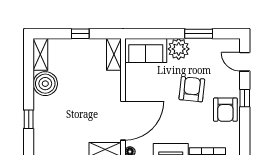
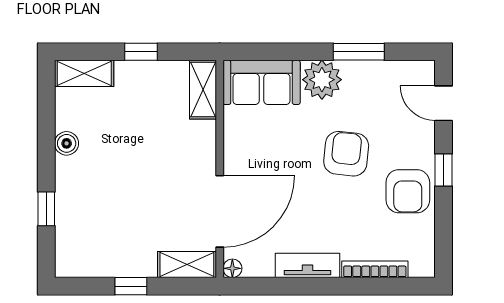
shelving: (40, 54) -> (84, 73), moved, turned 90
boiler: (45, 84) -> (67, 143), width x0.54, depth x0.54

